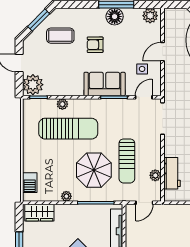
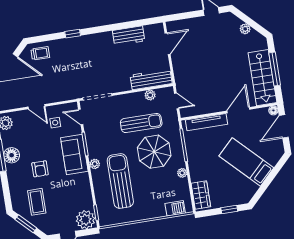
plant: (62, 104) -> (95, 164), moved
workbench: (172, 173) -> (151, 79), width x1.38

